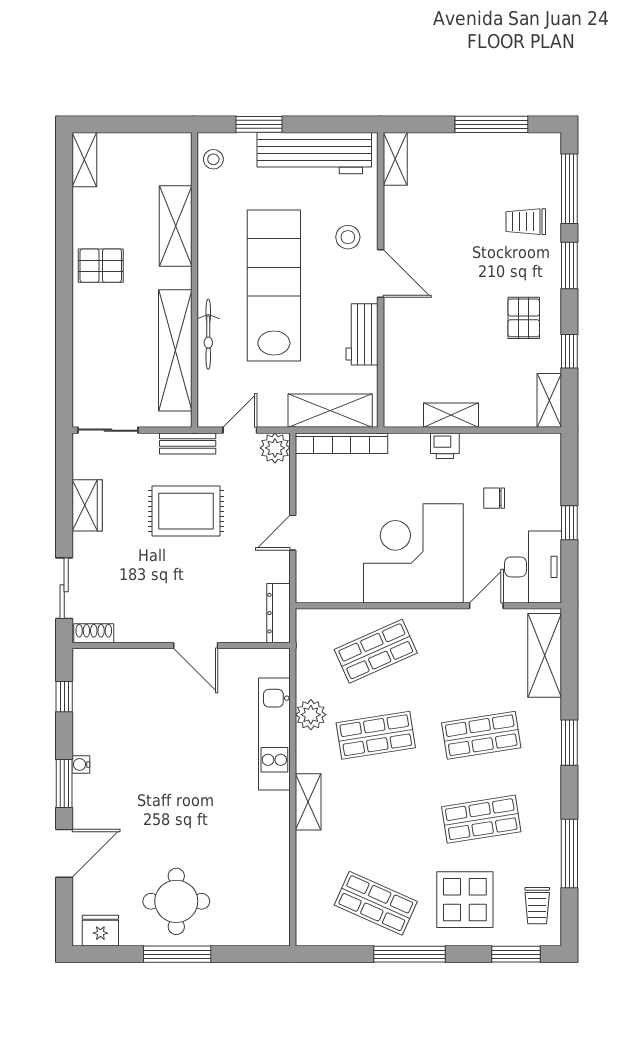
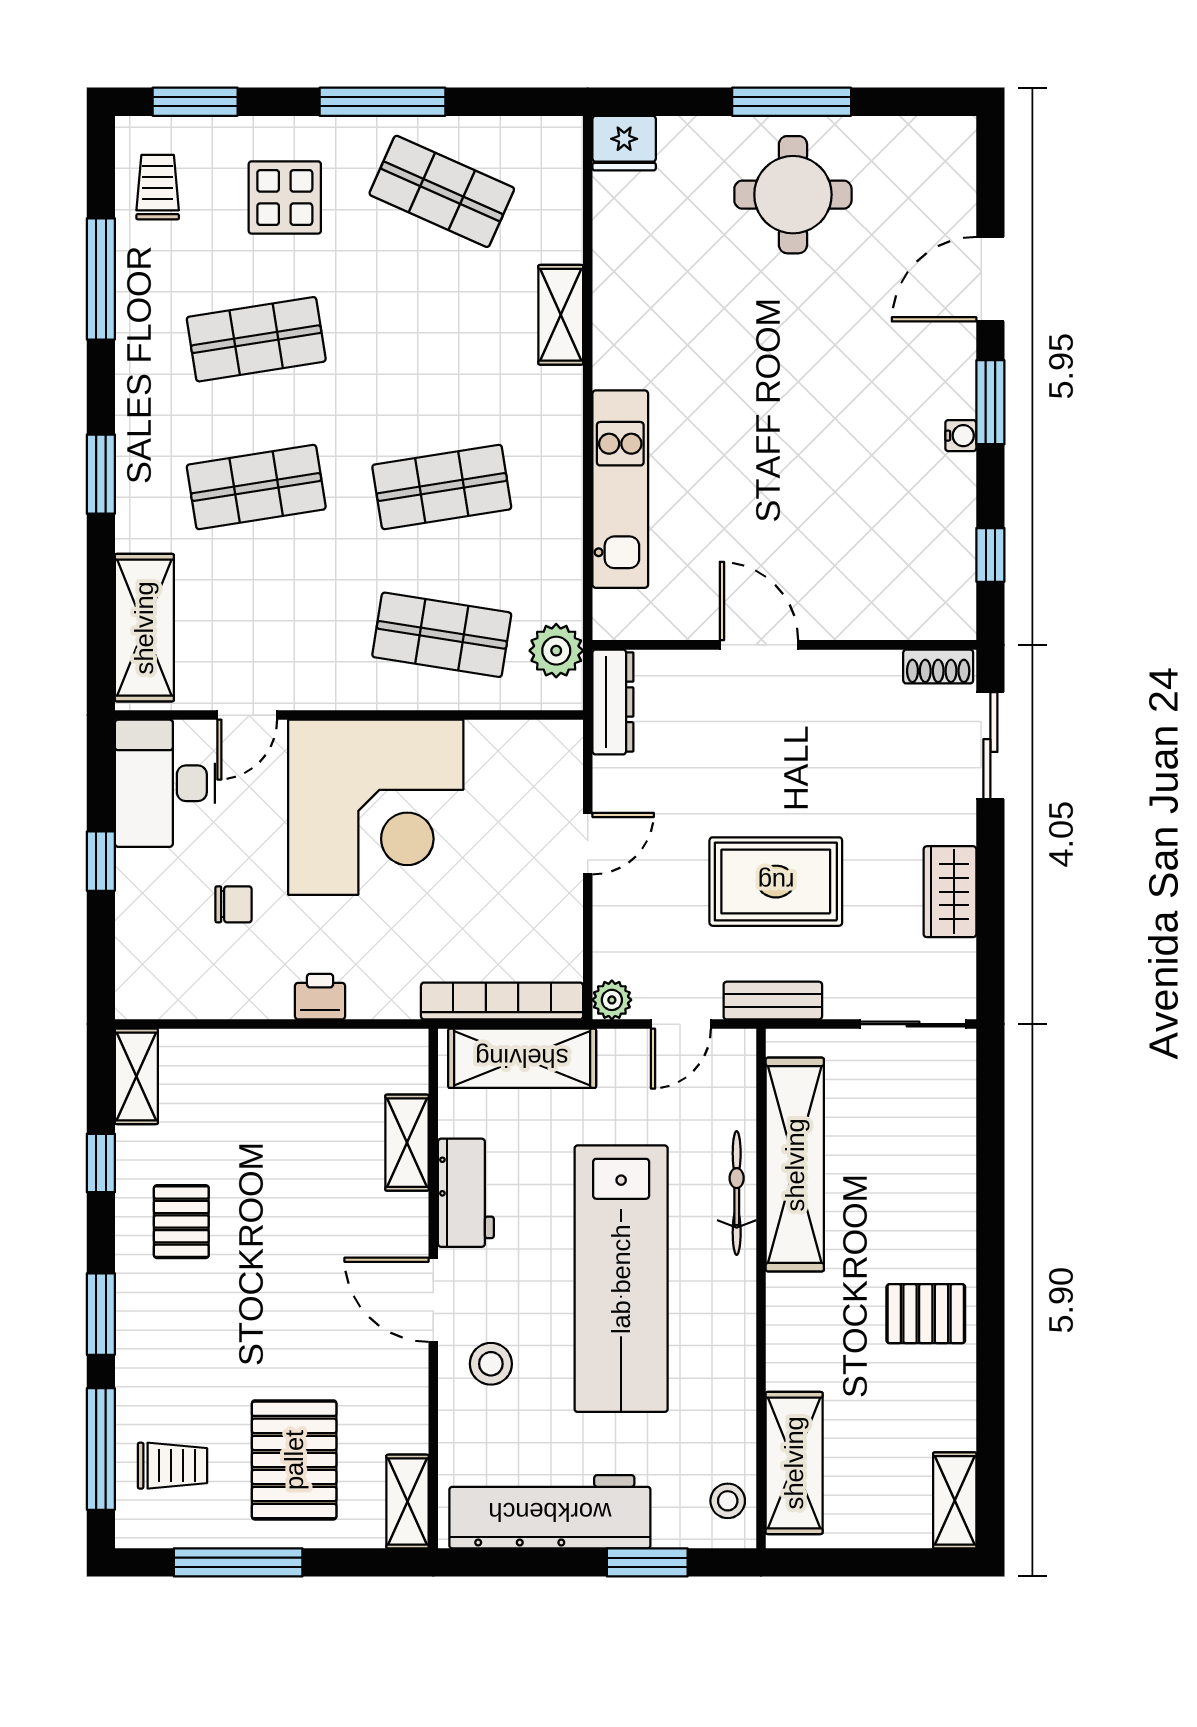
pallet: (460, 182) -> (294, 1460), added
trolley: (526, 222) -> (172, 1466), moved
shelving: (176, 226) -> (794, 1463), moved
shelving: (451, 415) -> (407, 1143), moved, turned 90
plant: (275, 448) -> (612, 1000), width x0.73, depth x0.73
shop shelf: (376, 651) -> (442, 635), turned 33
plant: (311, 715) -> (556, 651), moved
shelving: (308, 802) -> (561, 315), moved
display table: (465, 900) -> (285, 197), width x0.73, depth x0.73
fridge: (100, 931) -> (624, 143), moved

